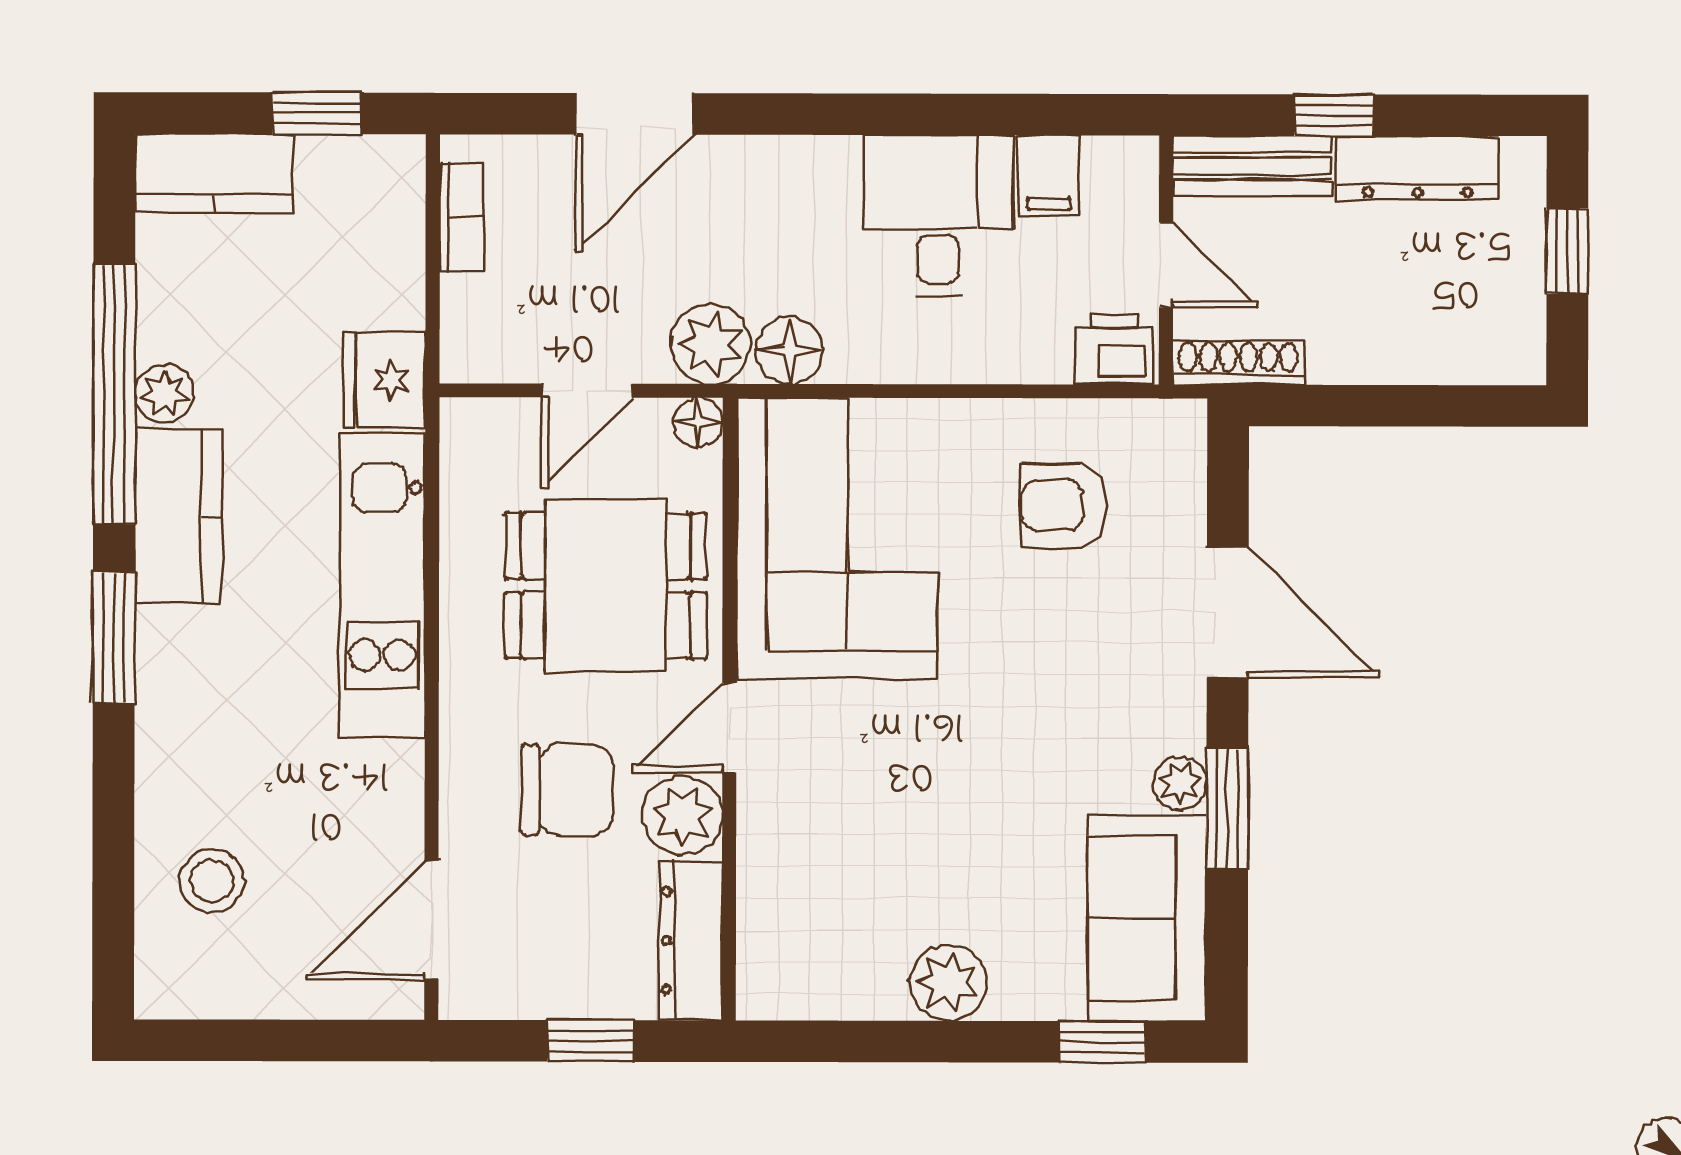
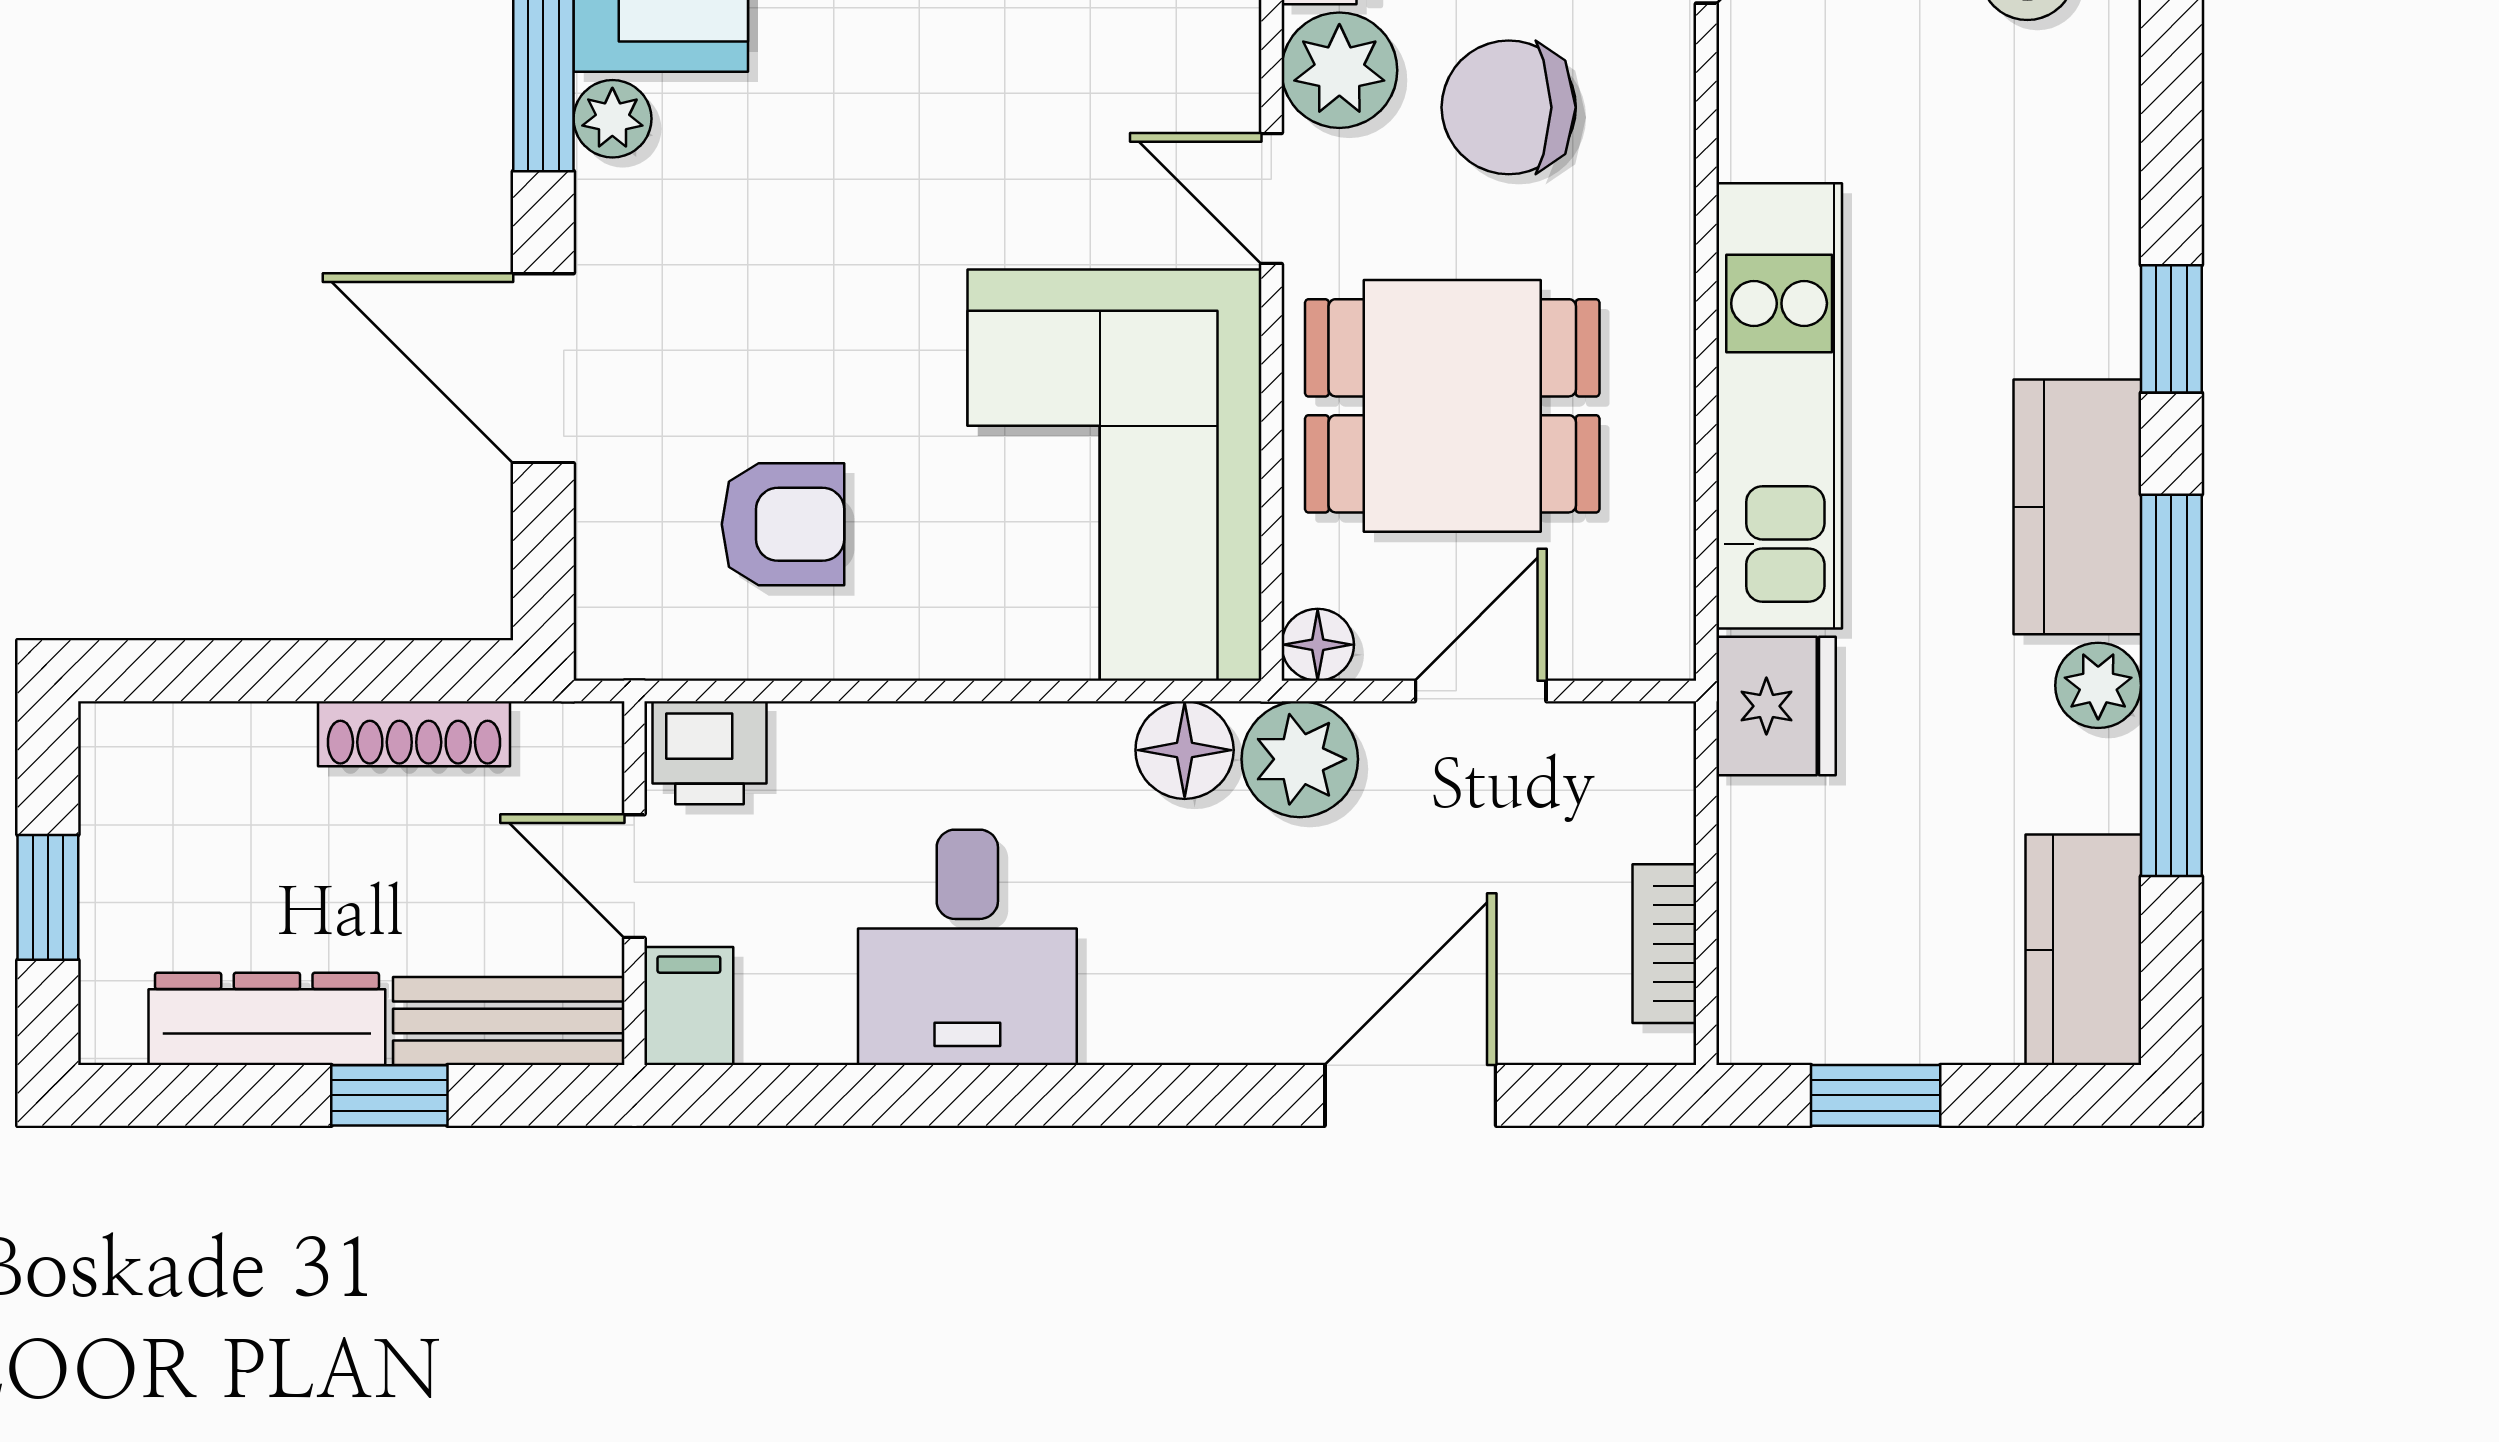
kitchen counter: (214, 173) -> (2083, 950), moved, turned -90
filing cabinet: (1049, 176) -> (689, 1006), moved
shoe rack: (1238, 362) -> (414, 734), moved
window: (114, 637) -> (2171, 329), width x0.67
door: (729, 728) -> (1271, 198), swing flipped

